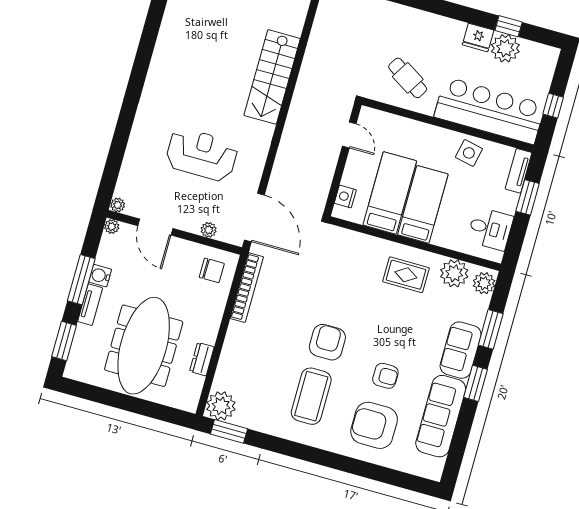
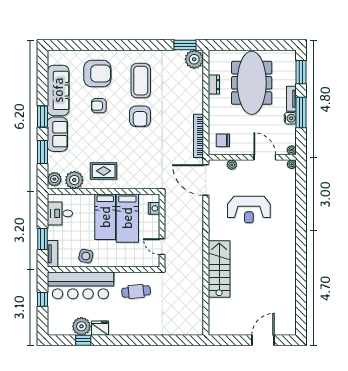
cafe table: (408, 78) -> (136, 291), turned -38

